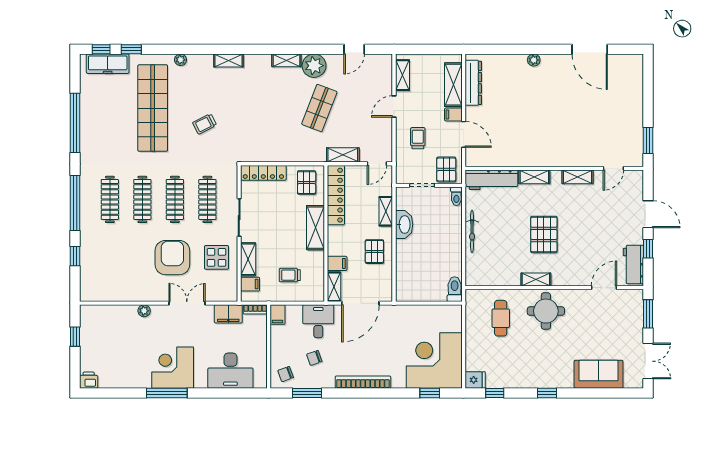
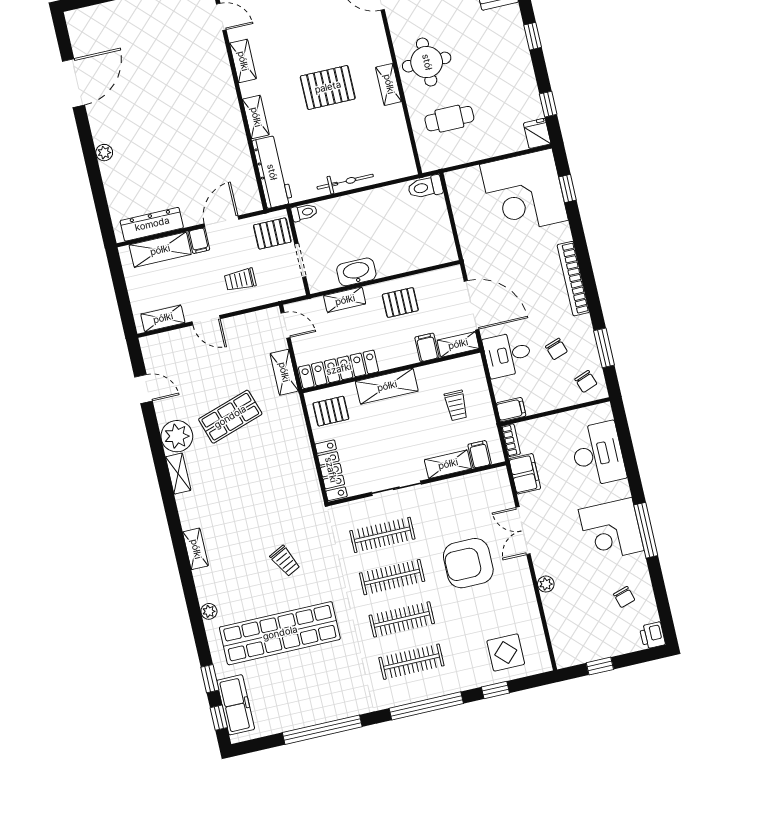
shop shelf: (319, 108) -> (230, 417), turned -39
display table: (216, 257) -> (506, 652), moved
chair: (121, 366) -> (624, 597), added

